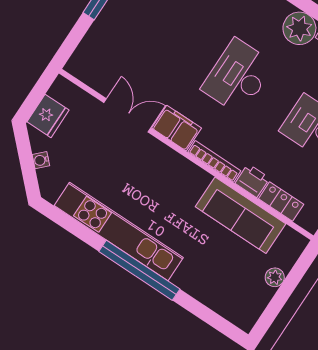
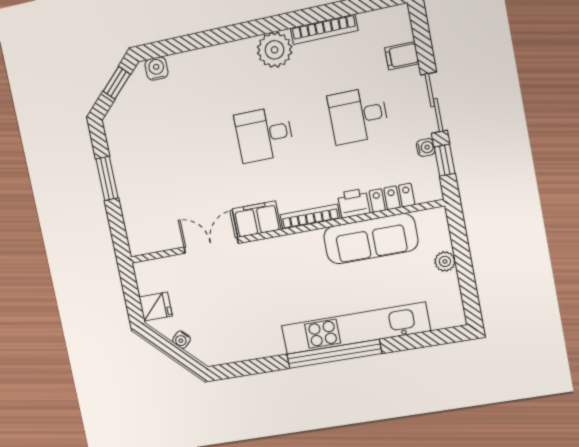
desk: (238, 77) -> (264, 134), width x0.73
fridge: (48, 116) -> (156, 307), width x0.72
kitchen unit: (119, 232) -> (355, 328), moved

